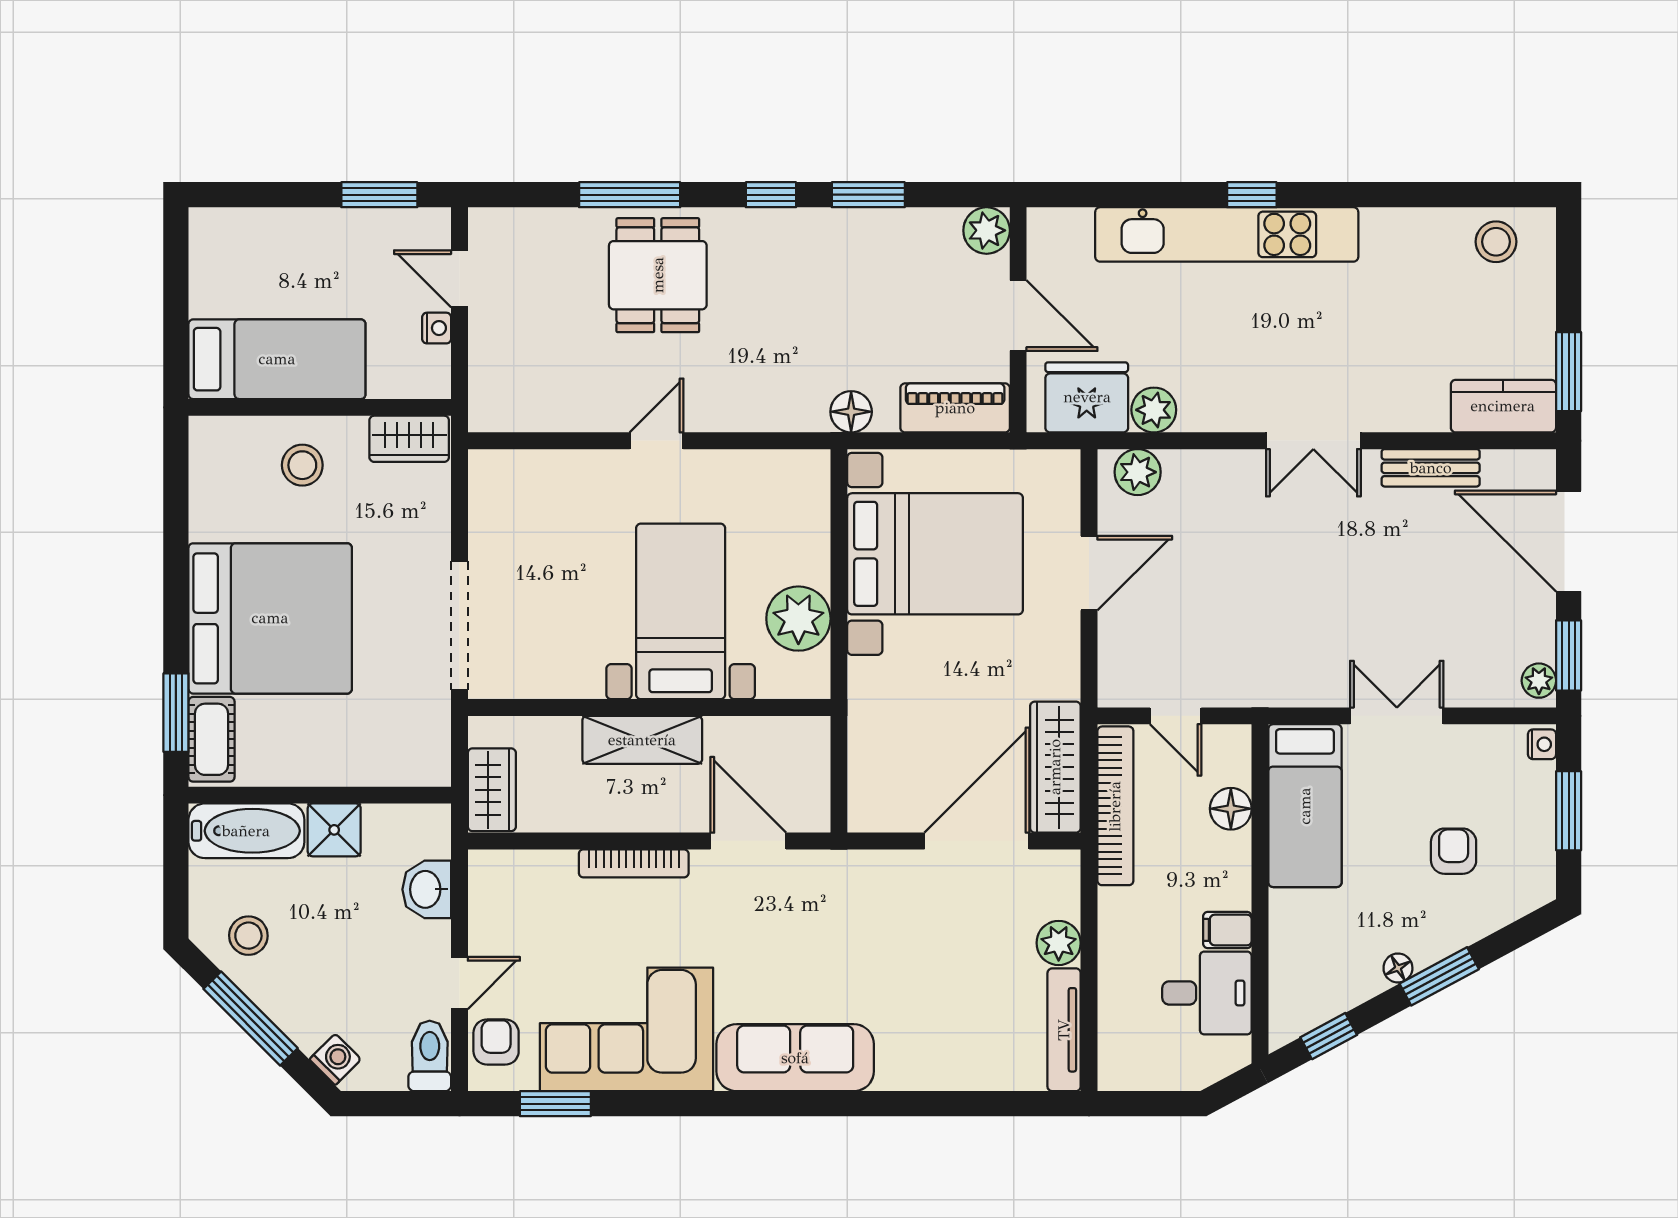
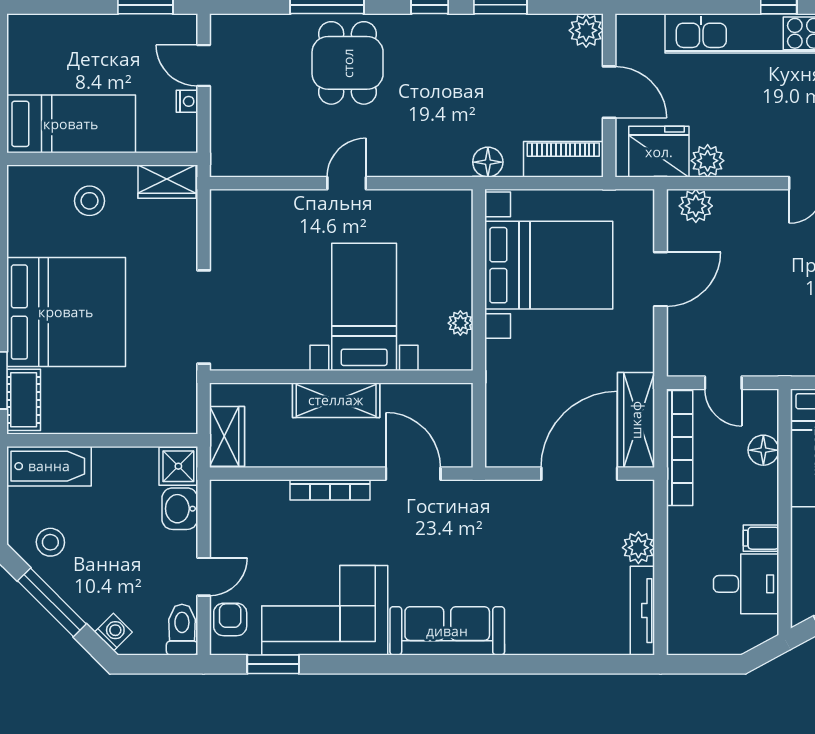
plant: (798, 619) -> (460, 323), width x0.53, depth x0.53
shower: (334, 830) -> (178, 466), moved

